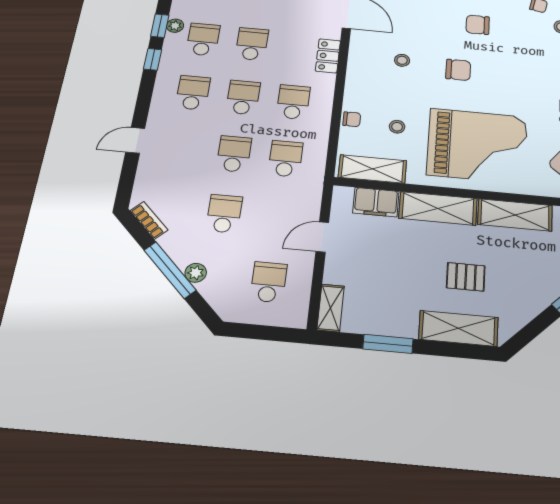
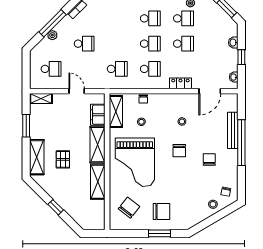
school desk: (234, 154) -> (117, 44), removed

